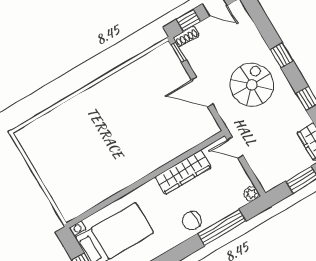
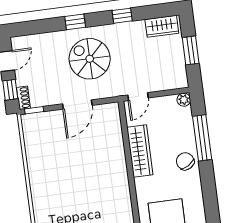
chair: (192, 221) -> (185, 161), turned 149

